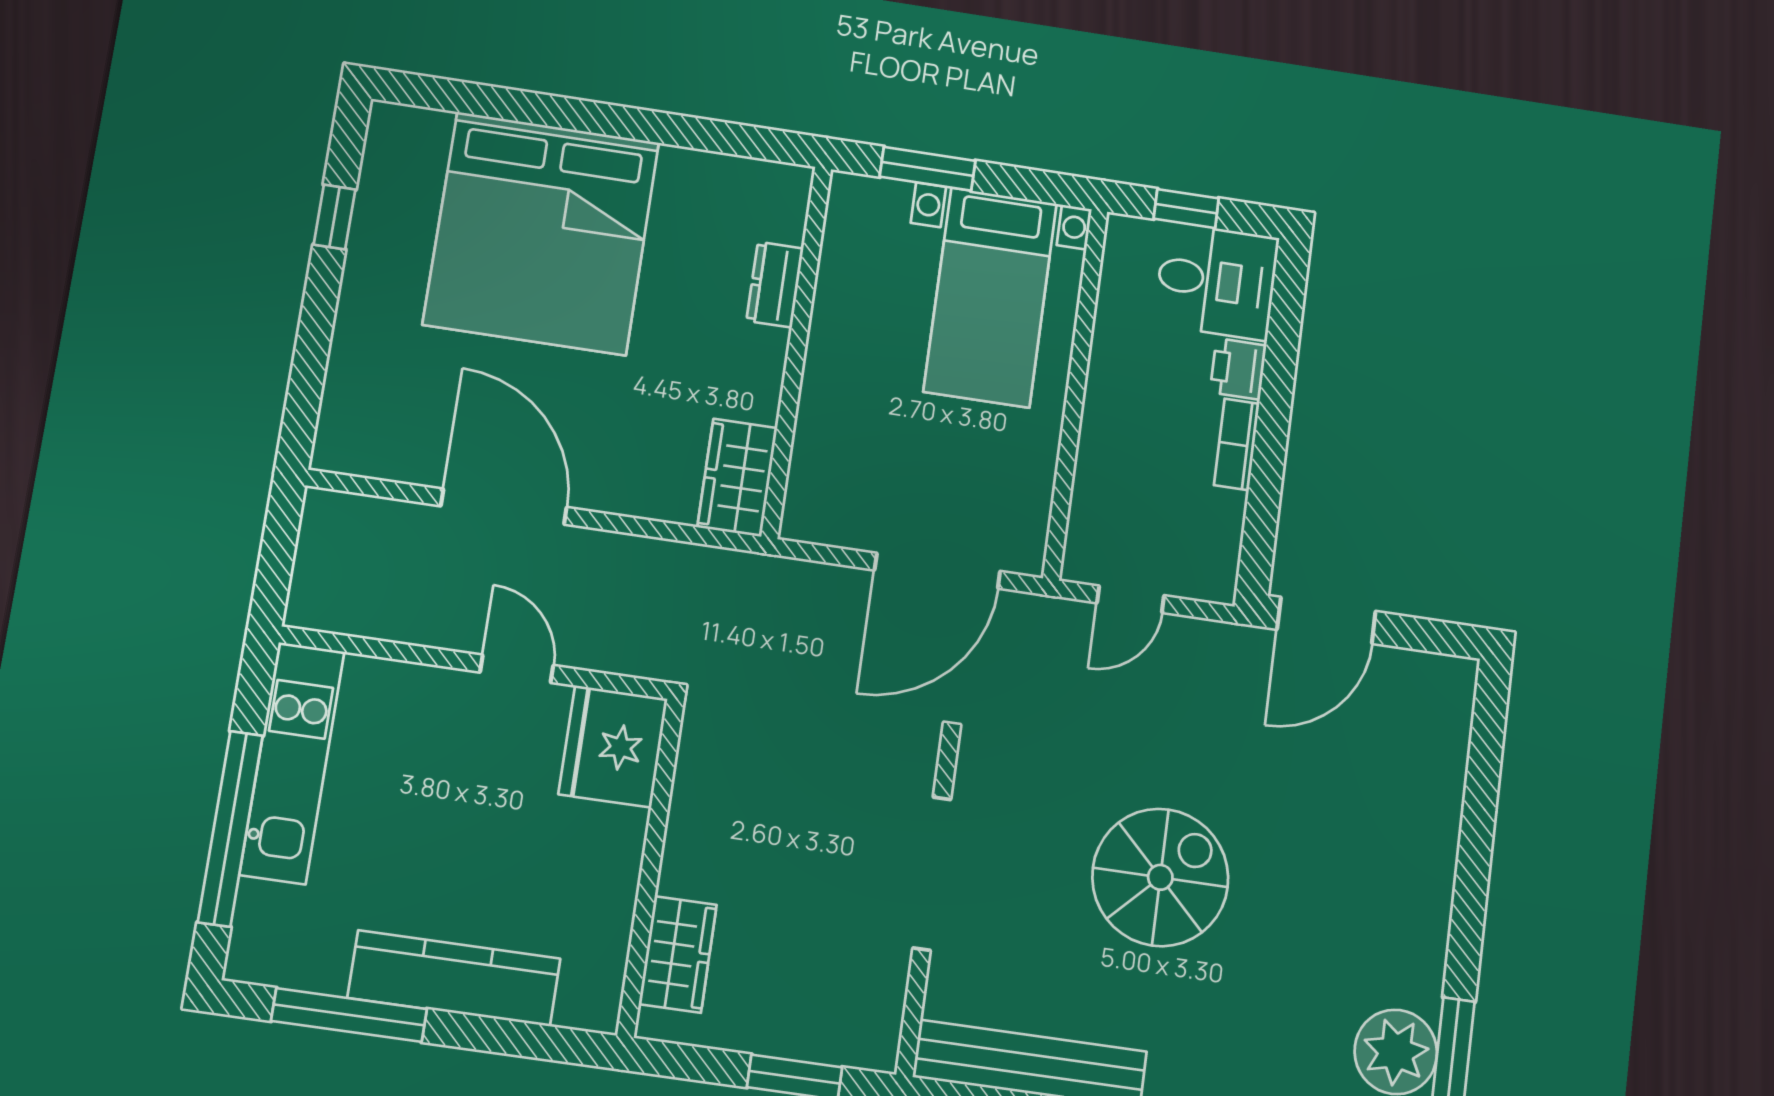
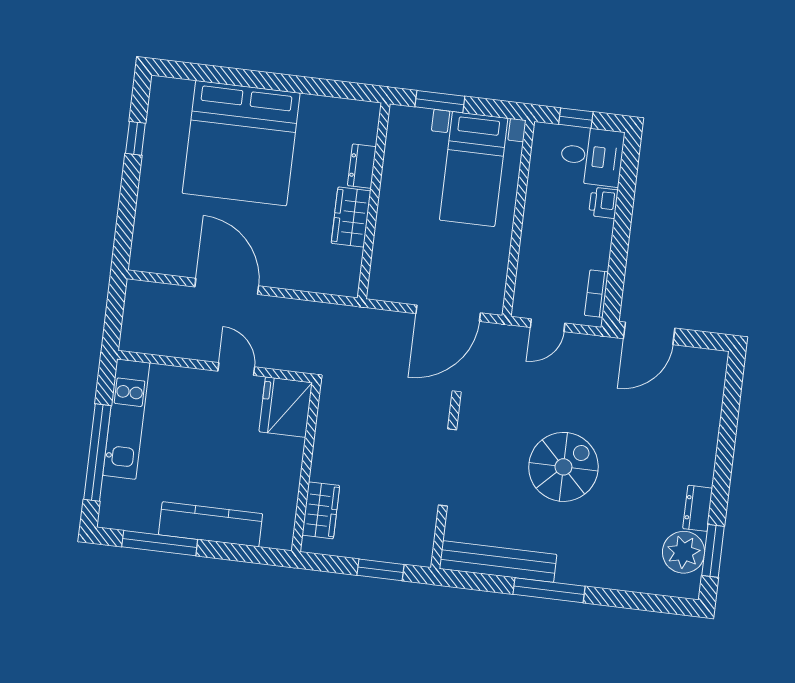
bookcase: (1237, 444) -> (596, 294), moved
wardrobe: (737, 478) -> (351, 217), moved
dresser: (1423, 965) -> (698, 508), added

